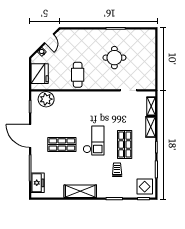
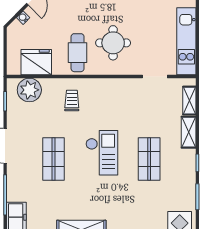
round table: (114, 58) -> (113, 43), moved
kitchen unit: (149, 67) -> (186, 41), added
fridge: (40, 74) -> (36, 62), moved, turned -90
shop shelf: (62, 144) -> (53, 159), turned 90
trolley: (117, 170) -> (72, 100), moved

